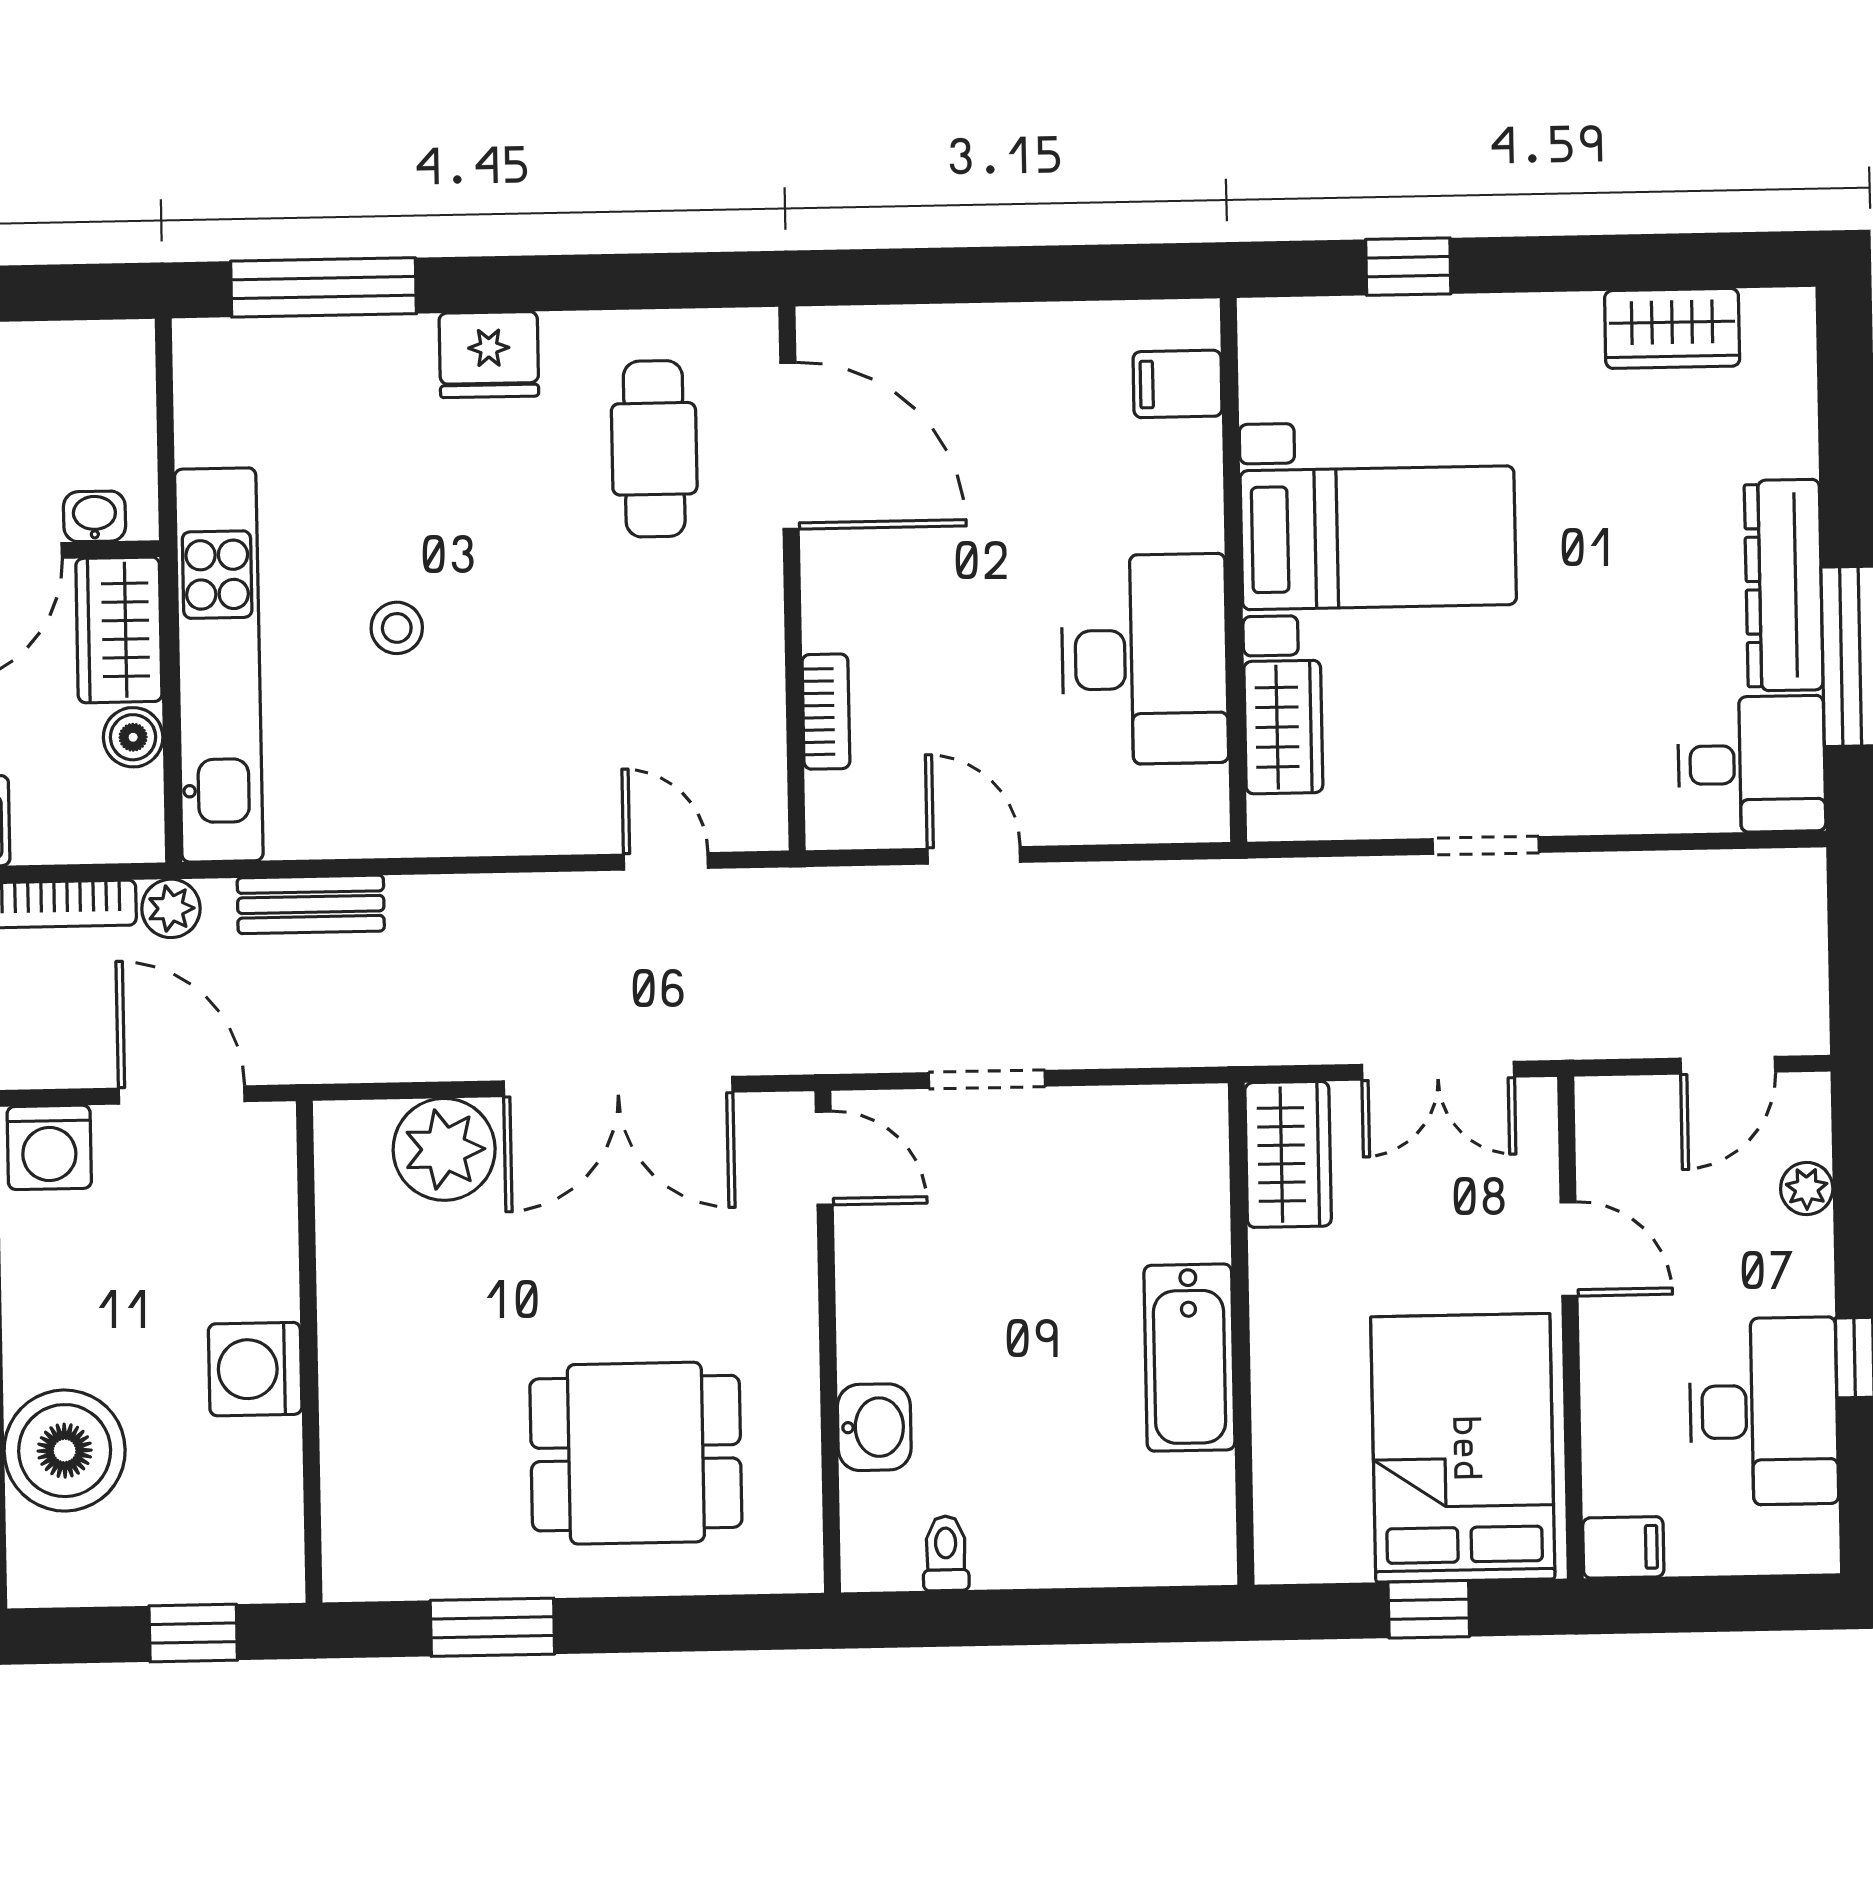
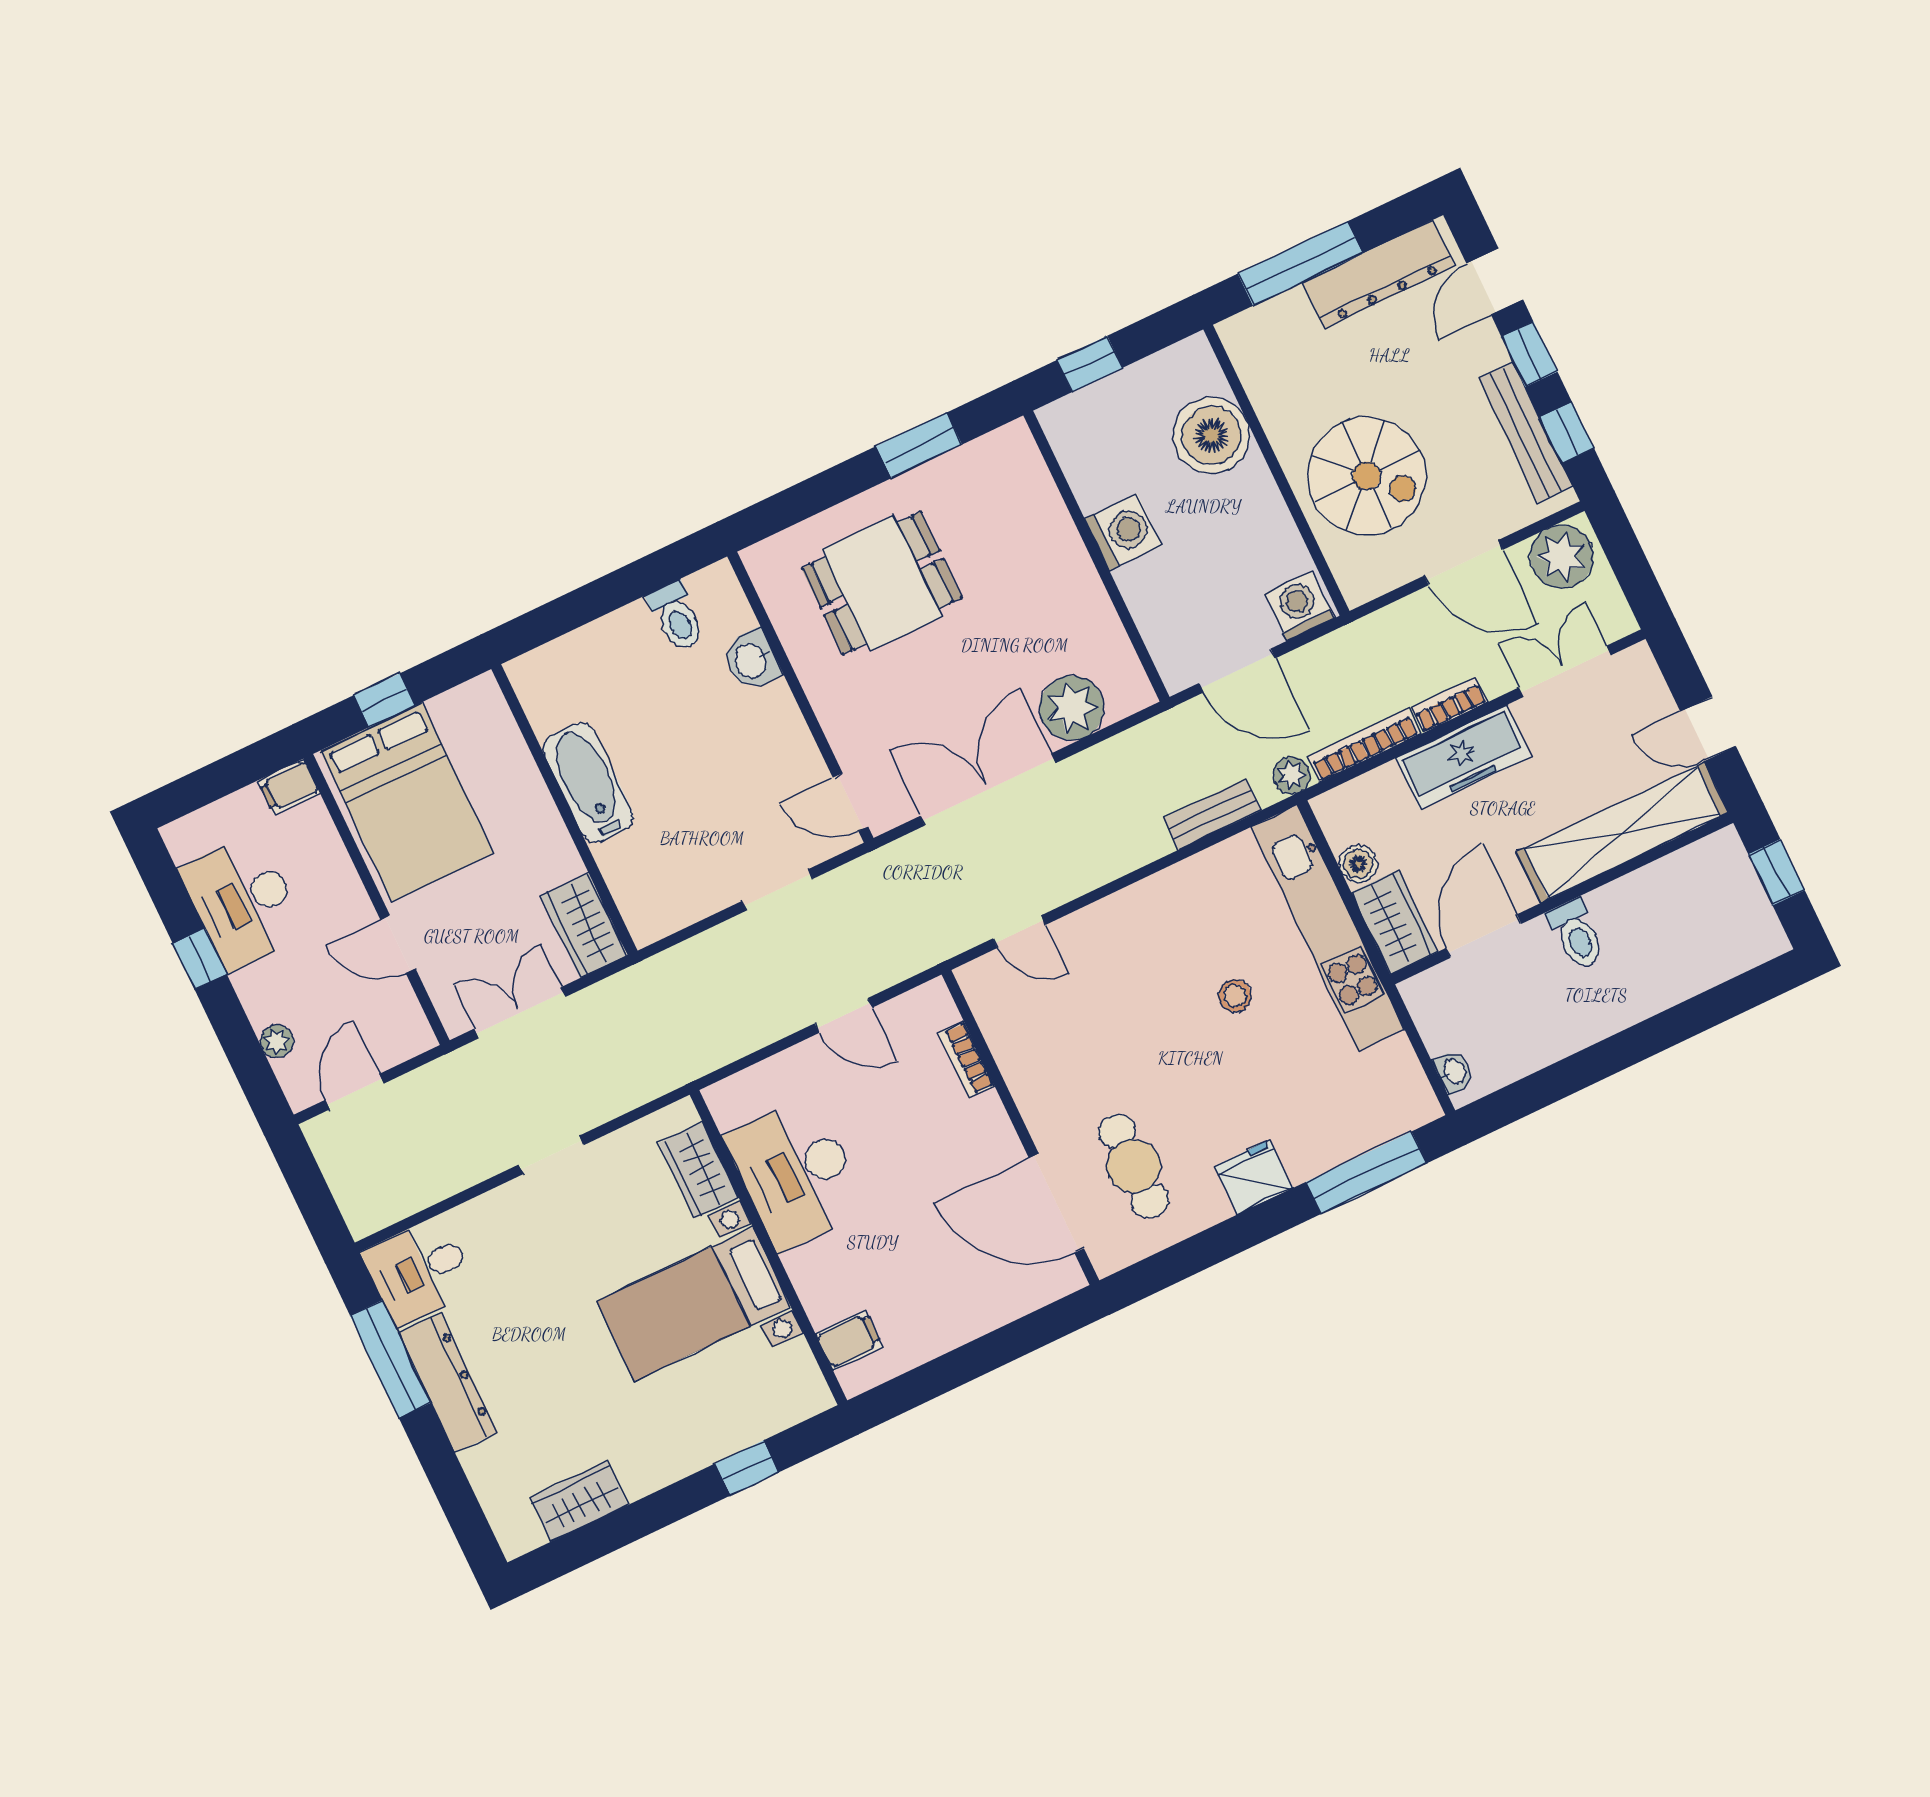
washbasin: (94, 516) -> (1454, 1072), moved, turned -90
toilet: (946, 1553) -> (676, 617), width x1.37, depth x1.39

